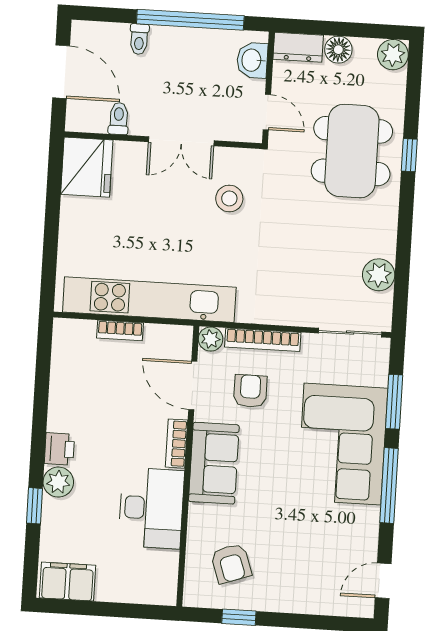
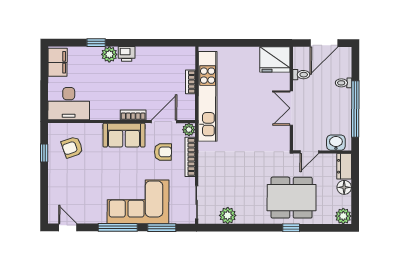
stool: (229, 198) -> (263, 135), removed
desk: (151, 508) -> (69, 104), moved

